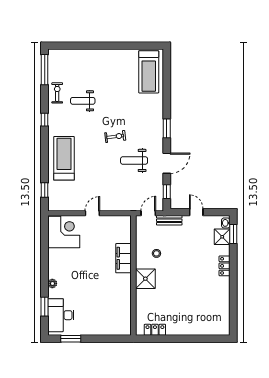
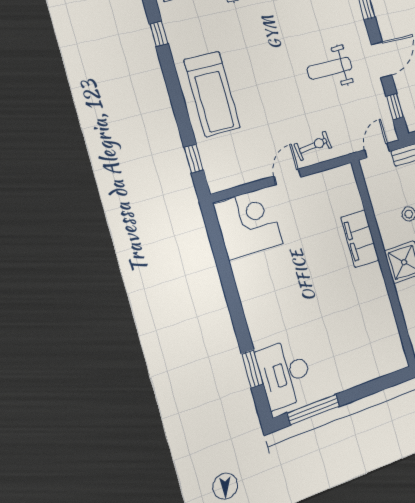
exercise bike: (115, 136) -> (313, 146), moved
treadmill: (64, 158) -> (212, 94), turned 180
plant: (52, 283) -> (254, 322), removed
window: (71, 339) -> (313, 410), width x1.44

